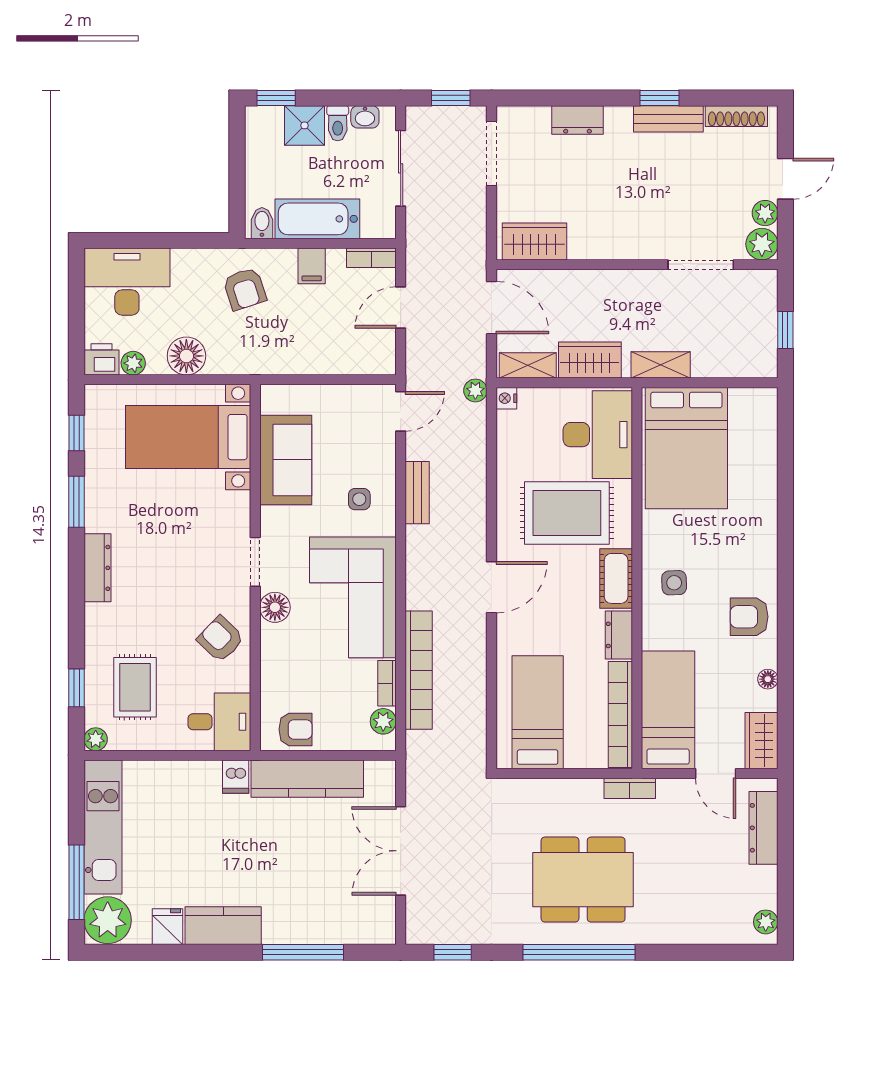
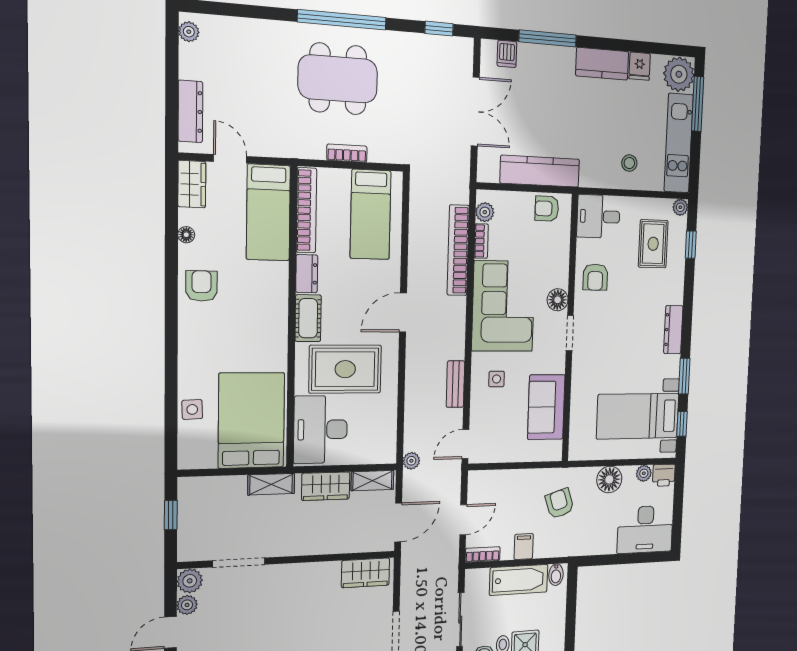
armchair: (245, 289) -> (560, 503), moved
door: (492, 308) -> (398, 522), swing flipped
nightstand: (506, 398) -> (389, 456), removed
bed with nightstands: (188, 437) -> (638, 416), moved, turned 180
side table: (674, 583) -> (192, 409), moved
armchair: (749, 617) -> (201, 286), turned -90
armchair: (221, 639) -> (595, 277), turned 46
dishwasher: (236, 777) -> (507, 54), moved, turned 180
bookcase: (630, 788) -> (347, 153), moved
stool: (177, 796) -> (629, 163), added

